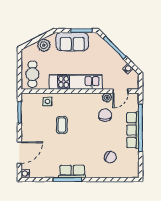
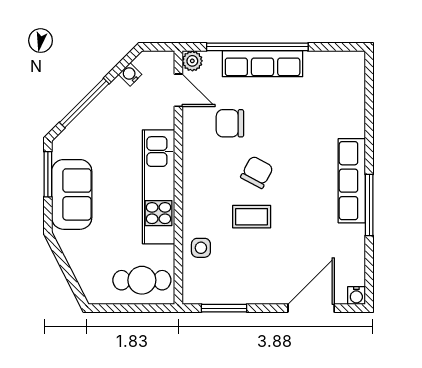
plant: (44, 45) -> (79, 256), removed
plant: (107, 98) -> (192, 61), moved
door: (19, 153) -> (311, 308), hinge flipped
chair: (110, 157) -> (257, 172), moved
row of seats: (72, 171) -> (352, 181), width x1.48

